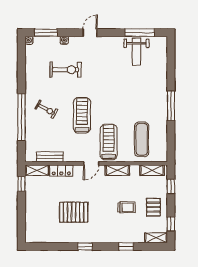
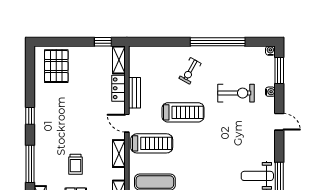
exercise bike: (65, 70) -> (236, 93), turned -90
window: (21, 117) -> (218, 42), moved
bench: (50, 157) -> (134, 93), moved
pallet: (74, 212) -> (56, 66), moved
window: (126, 246) -> (30, 164), width x2.17

